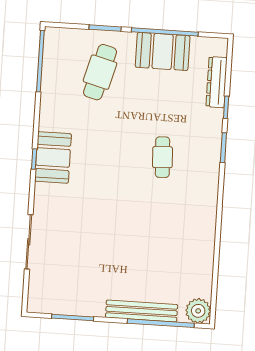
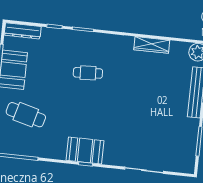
dresser: (217, 82) -> (23, 31), moved
wardrobe: (206, 245) -> (152, 45), added

